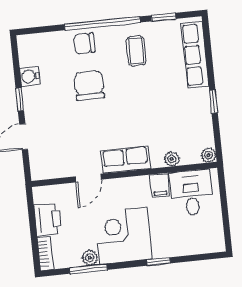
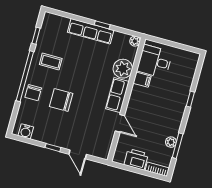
row of seats: (195, 55) -> (91, 31), moved
water cooler: (30, 76) -> (26, 131), moved
plant: (172, 159) -> (123, 69), width x1.88, depth x1.88
corner desk: (123, 236) -> (165, 115), removed

